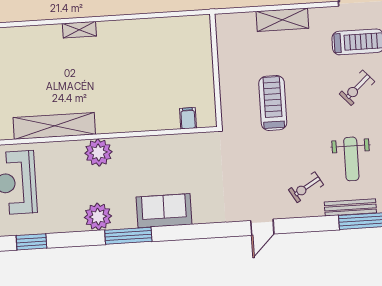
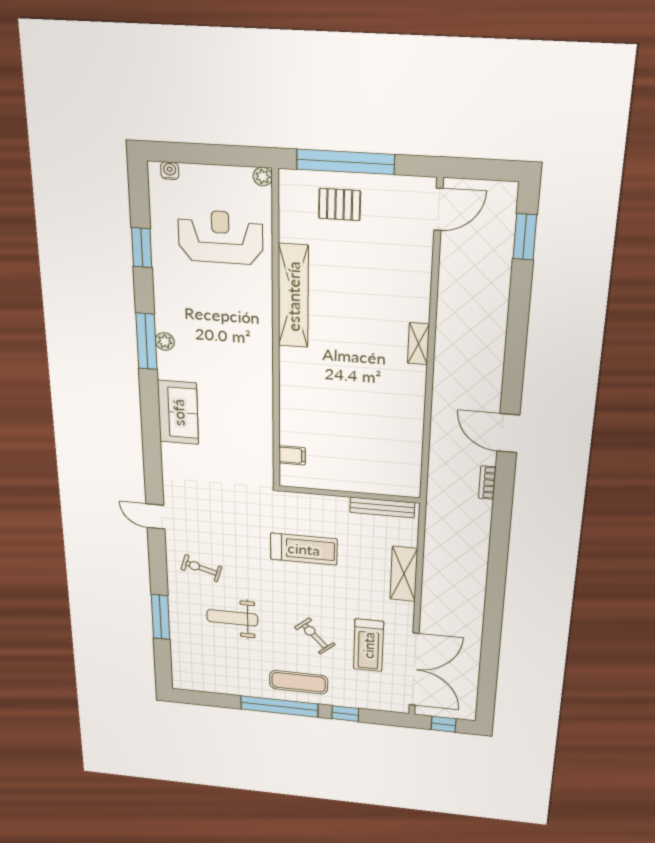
plant: (98, 153) -> (255, 346), removed
exercise bike: (306, 187) -> (201, 568), turned -43
bench: (350, 207) -> (382, 507), moved, turned 90
plant: (98, 217) -> (165, 341), width x0.53, depth x0.53
window: (128, 236) -> (146, 341), moved

